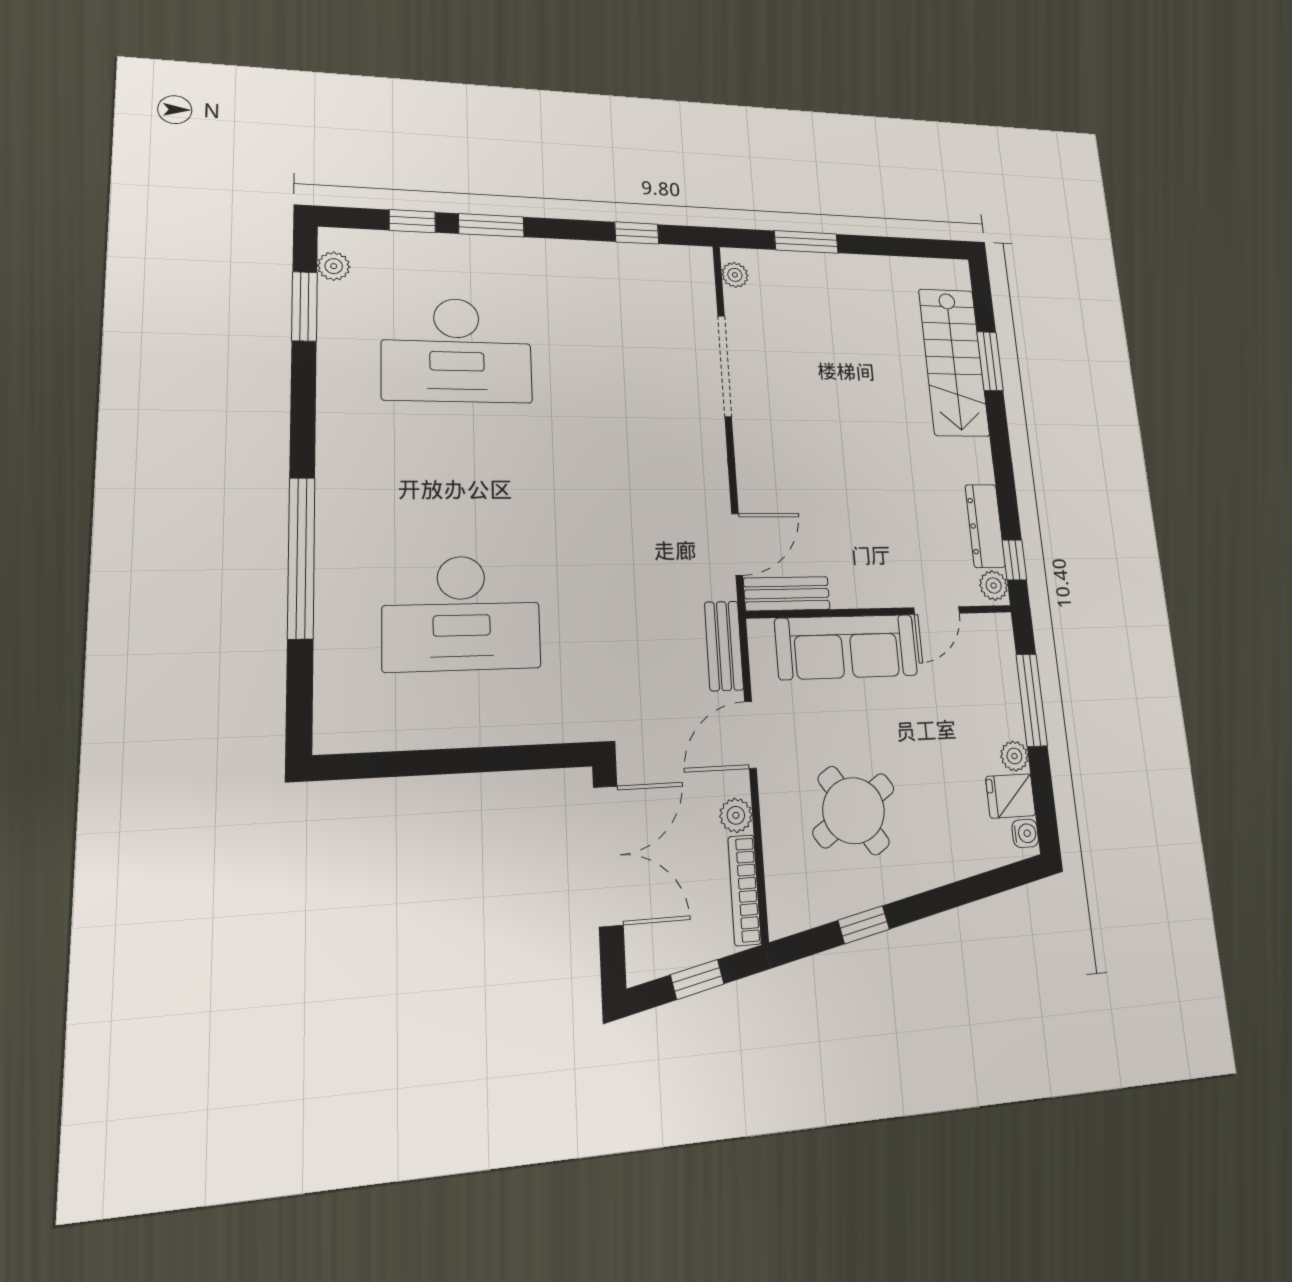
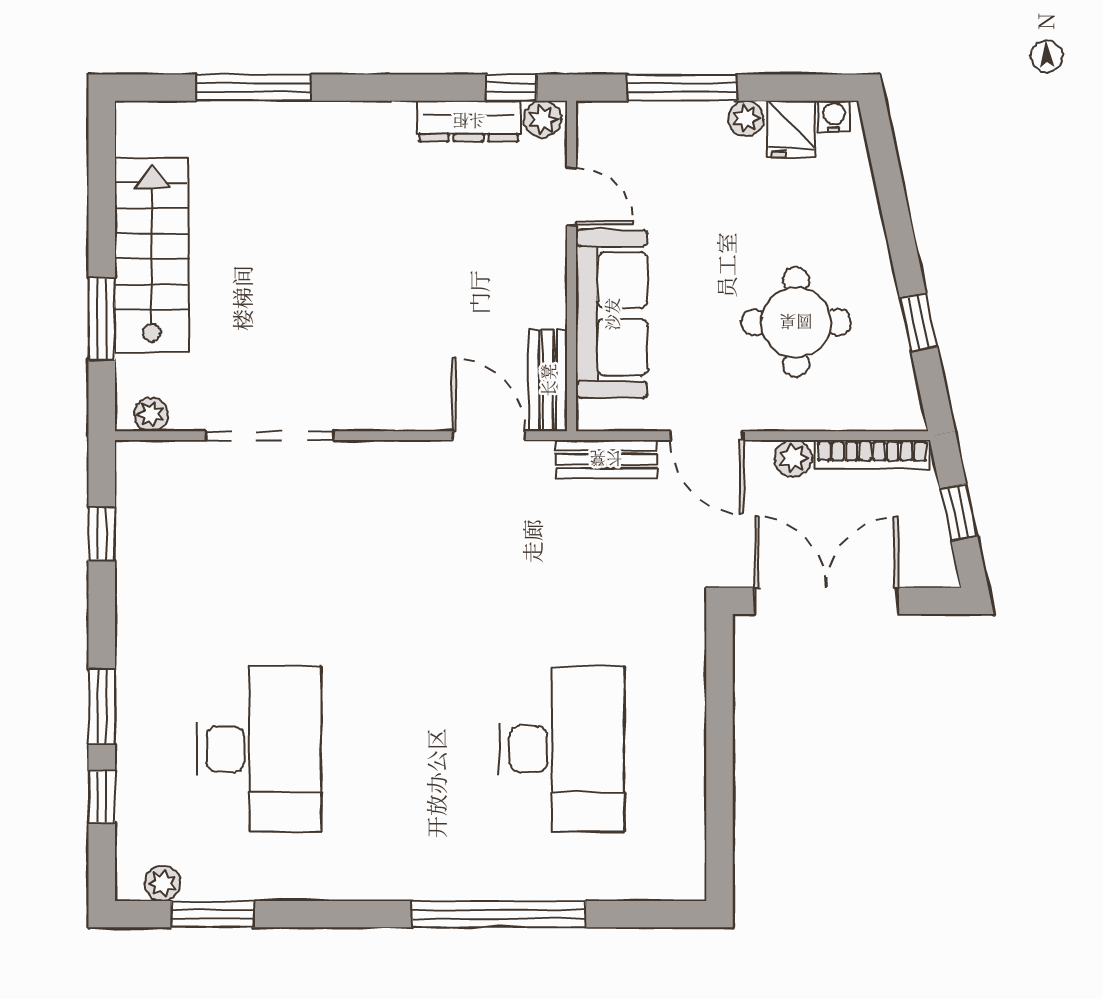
window: (990, 361) -> (254, 88), width x1.44
stairs: (954, 362) -> (152, 255), moved, turned -90
round table: (854, 811) -> (796, 322), turned 34

